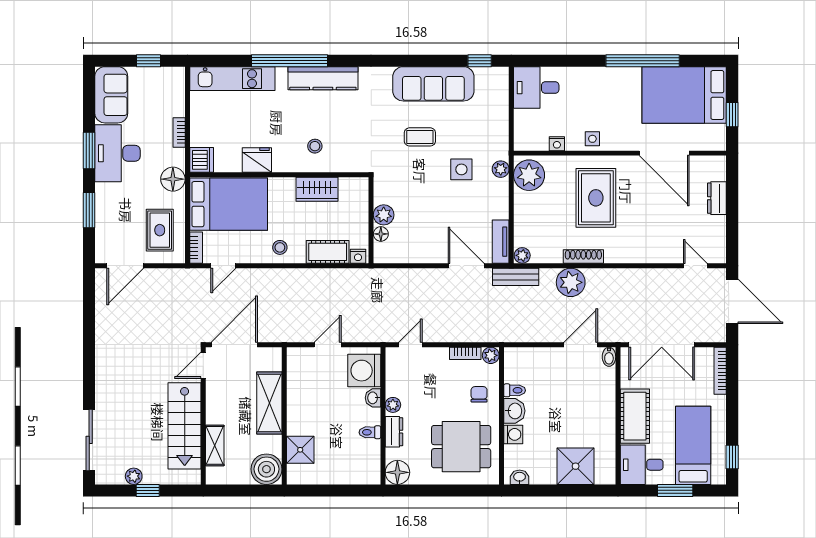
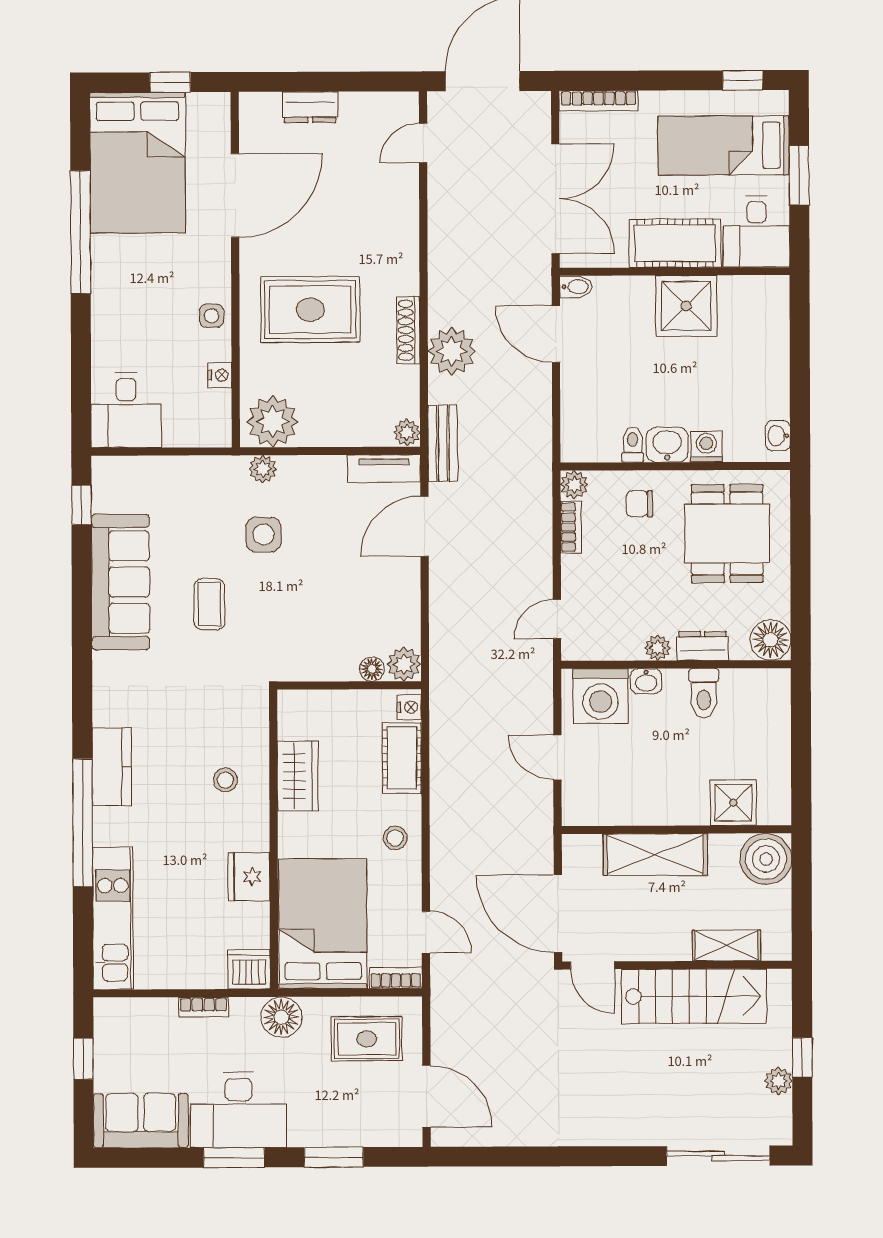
kitchen counter: (323, 78) -> (112, 767), width x0.67
plant: (384, 215) -> (404, 664), moved
door: (410, 345) -> (557, 619), hinge flipped
toilet: (370, 432) -> (704, 693), width x1.37, depth x1.39
shower: (576, 466) -> (686, 306), moved

